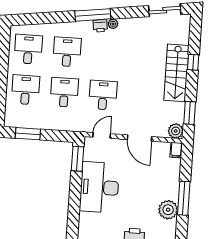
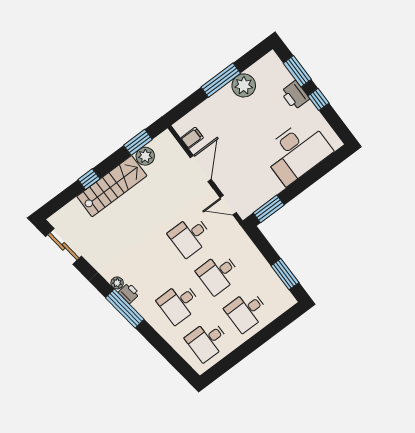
plant: (176, 131) -> (145, 156), moved
filing cabinet: (176, 150) -> (192, 138), moved
desk: (99, 187) -> (297, 152), moved

